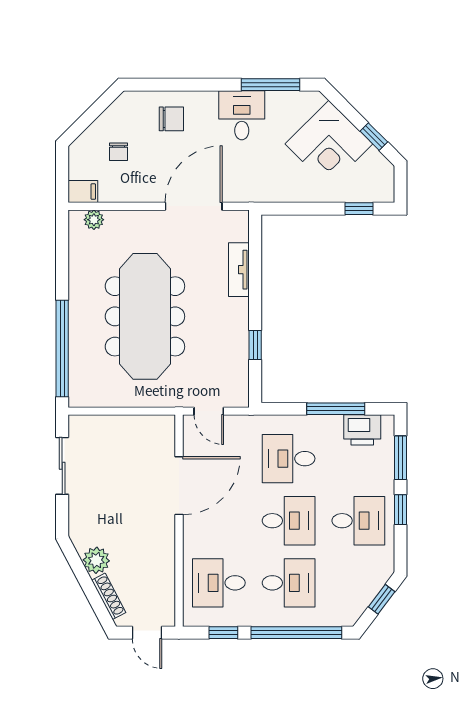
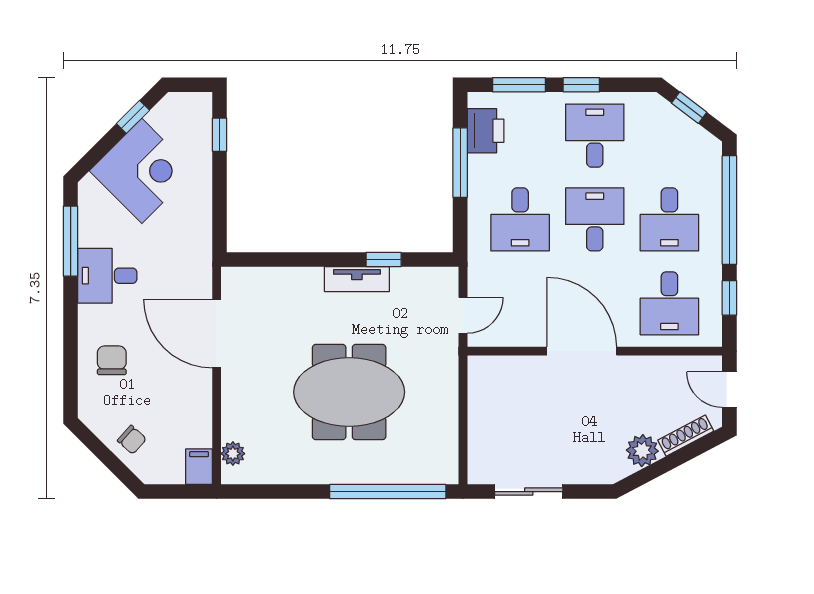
chair: (118, 152) -> (132, 440), moved, turned 42
tv unit: (239, 270) -> (357, 279), moved
meeting table: (145, 316) -> (349, 392), width x0.73
door: (179, 486) -> (582, 351), moved
desk: (289, 583) -> (669, 219), turned 180
door: (147, 633) -> (729, 390), swing flipped

